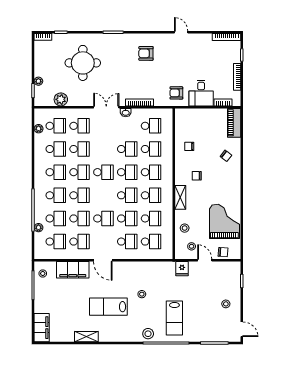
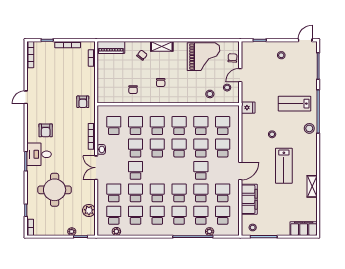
desk: (201, 93) -> (39, 154), moved, turned 180
school desk: (103, 172) -> (136, 170), moved
shelving: (180, 197) -> (162, 46), moved
grand piano: (224, 221) -> (204, 57), turned 180
fridge: (182, 269) -> (248, 108), moved
lab bench: (174, 318) -> (295, 104), turned 180

